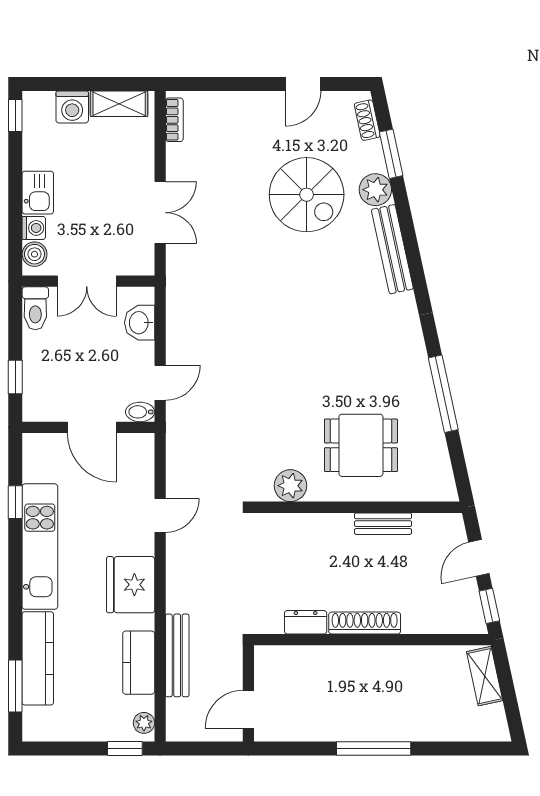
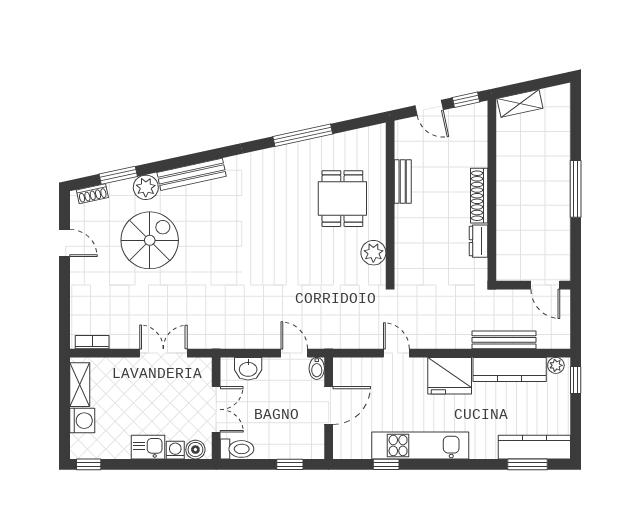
kitchen counter: (38, 658) -> (534, 447), moved
kitchen counter: (139, 663) -> (510, 369), width x1.50

